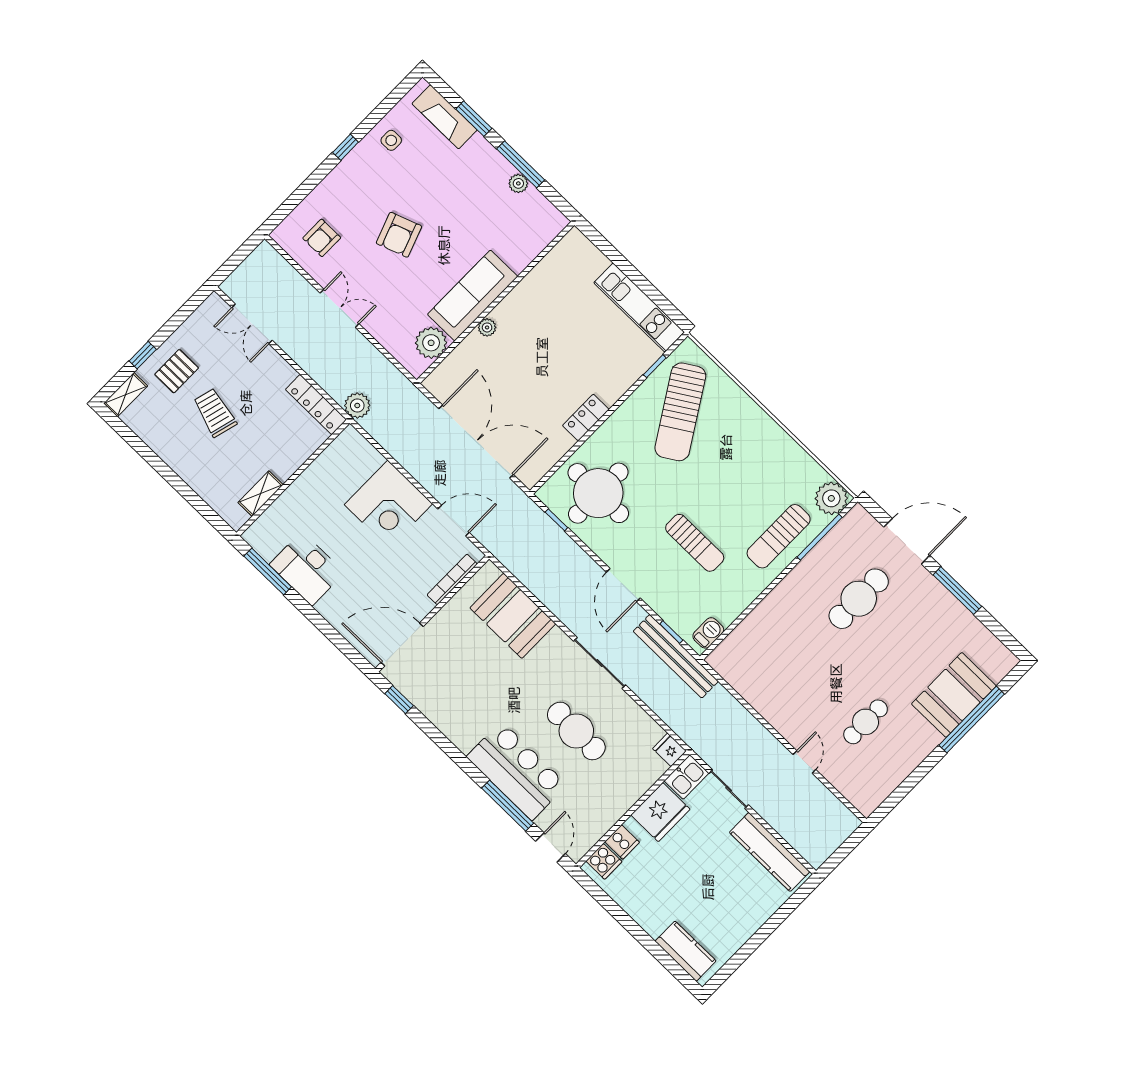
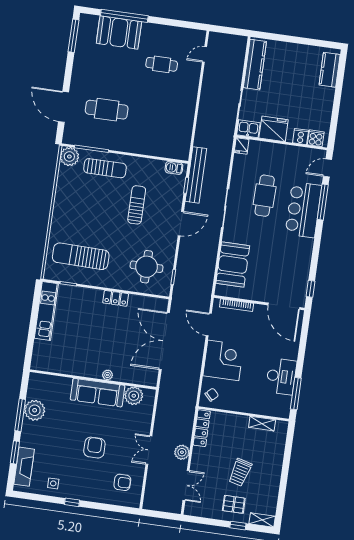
plant: (518, 183) -> (35, 410), width x1.88, depth x1.88
armchair: (399, 235) -> (94, 448), turned -70
plant: (357, 405) -> (182, 452), moved
sun lounger: (680, 412) -> (81, 256), turned -147
chair: (353, 453) -> (212, 395), added
round table: (598, 493) -> (147, 267), width x0.73, depth x0.73
window: (957, 591) -> (74, 36), moved
door: (804, 762) -> (205, 54), moved

